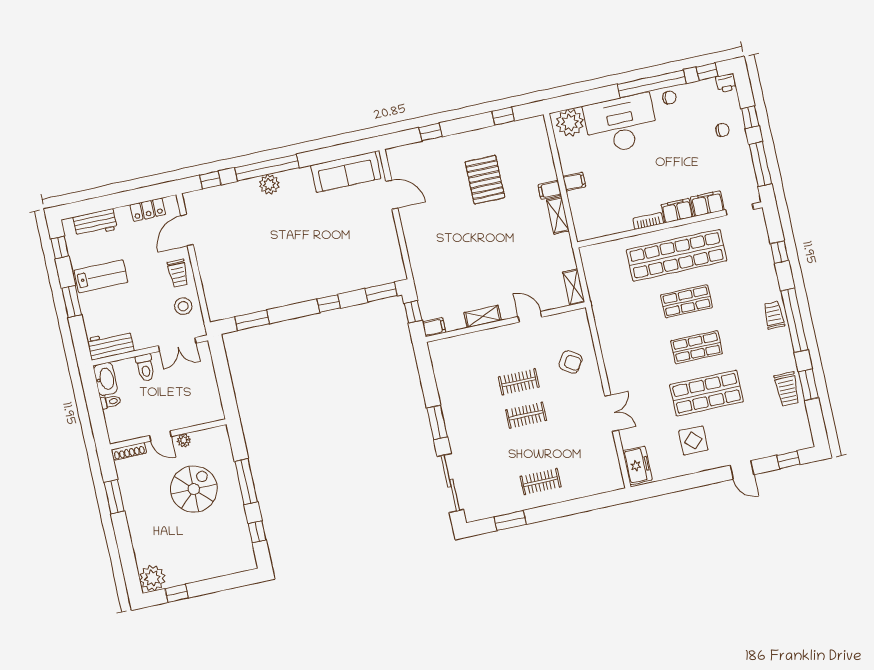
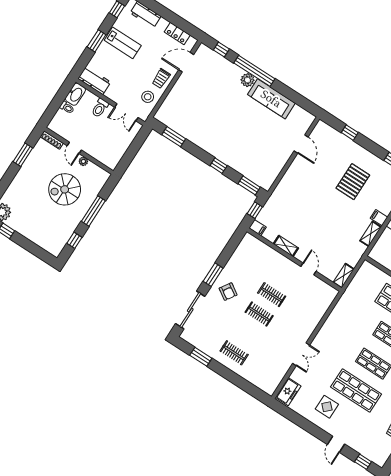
sofa: (346, 172) -> (271, 99), moved
armchair: (570, 362) -> (228, 292), moved
spiral stairs: (194, 489) -> (65, 189), turned 180

